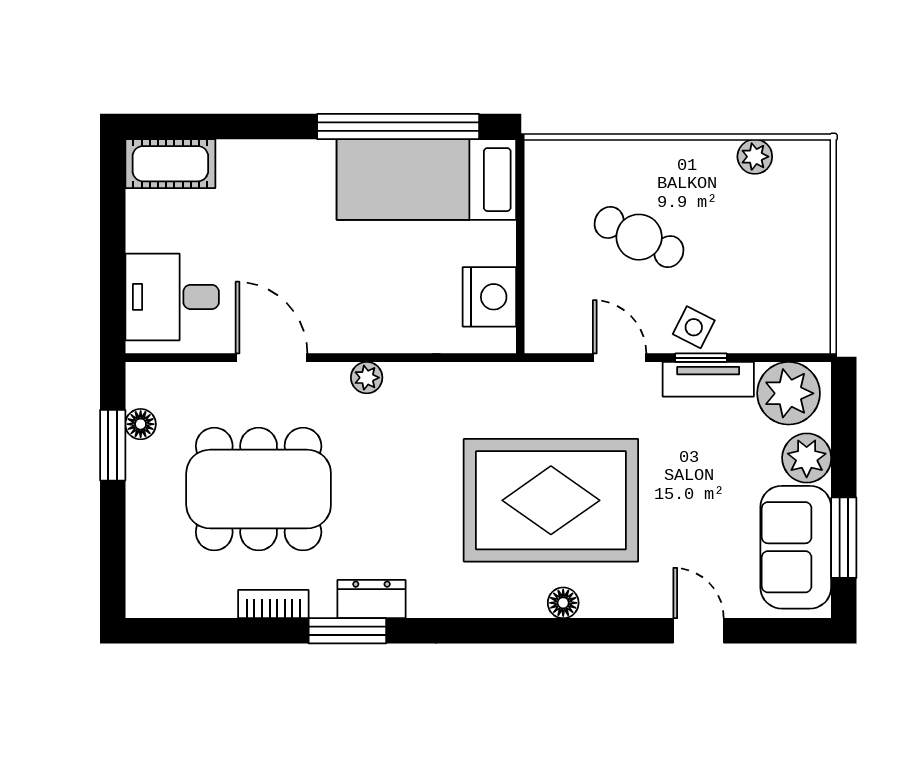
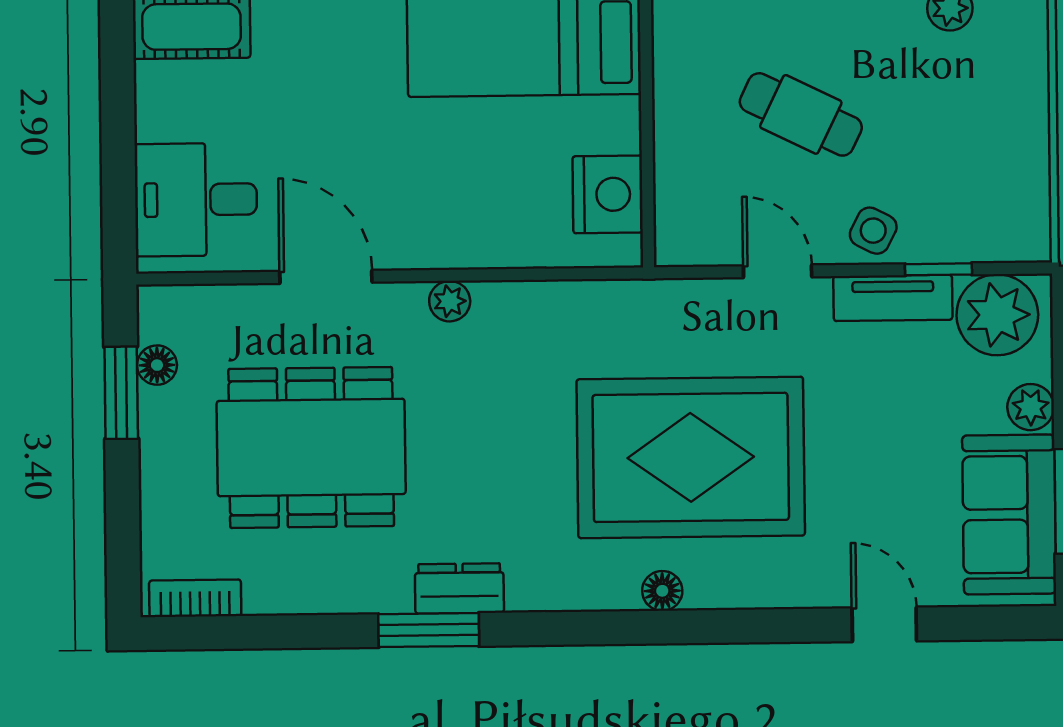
window: (701, 358) -> (938, 269), moved
plant: (807, 458) -> (1031, 407), width x0.73, depth x0.73
floor lamp: (563, 603) -> (662, 591), moved
bookcase: (273, 604) -> (195, 598), moved

